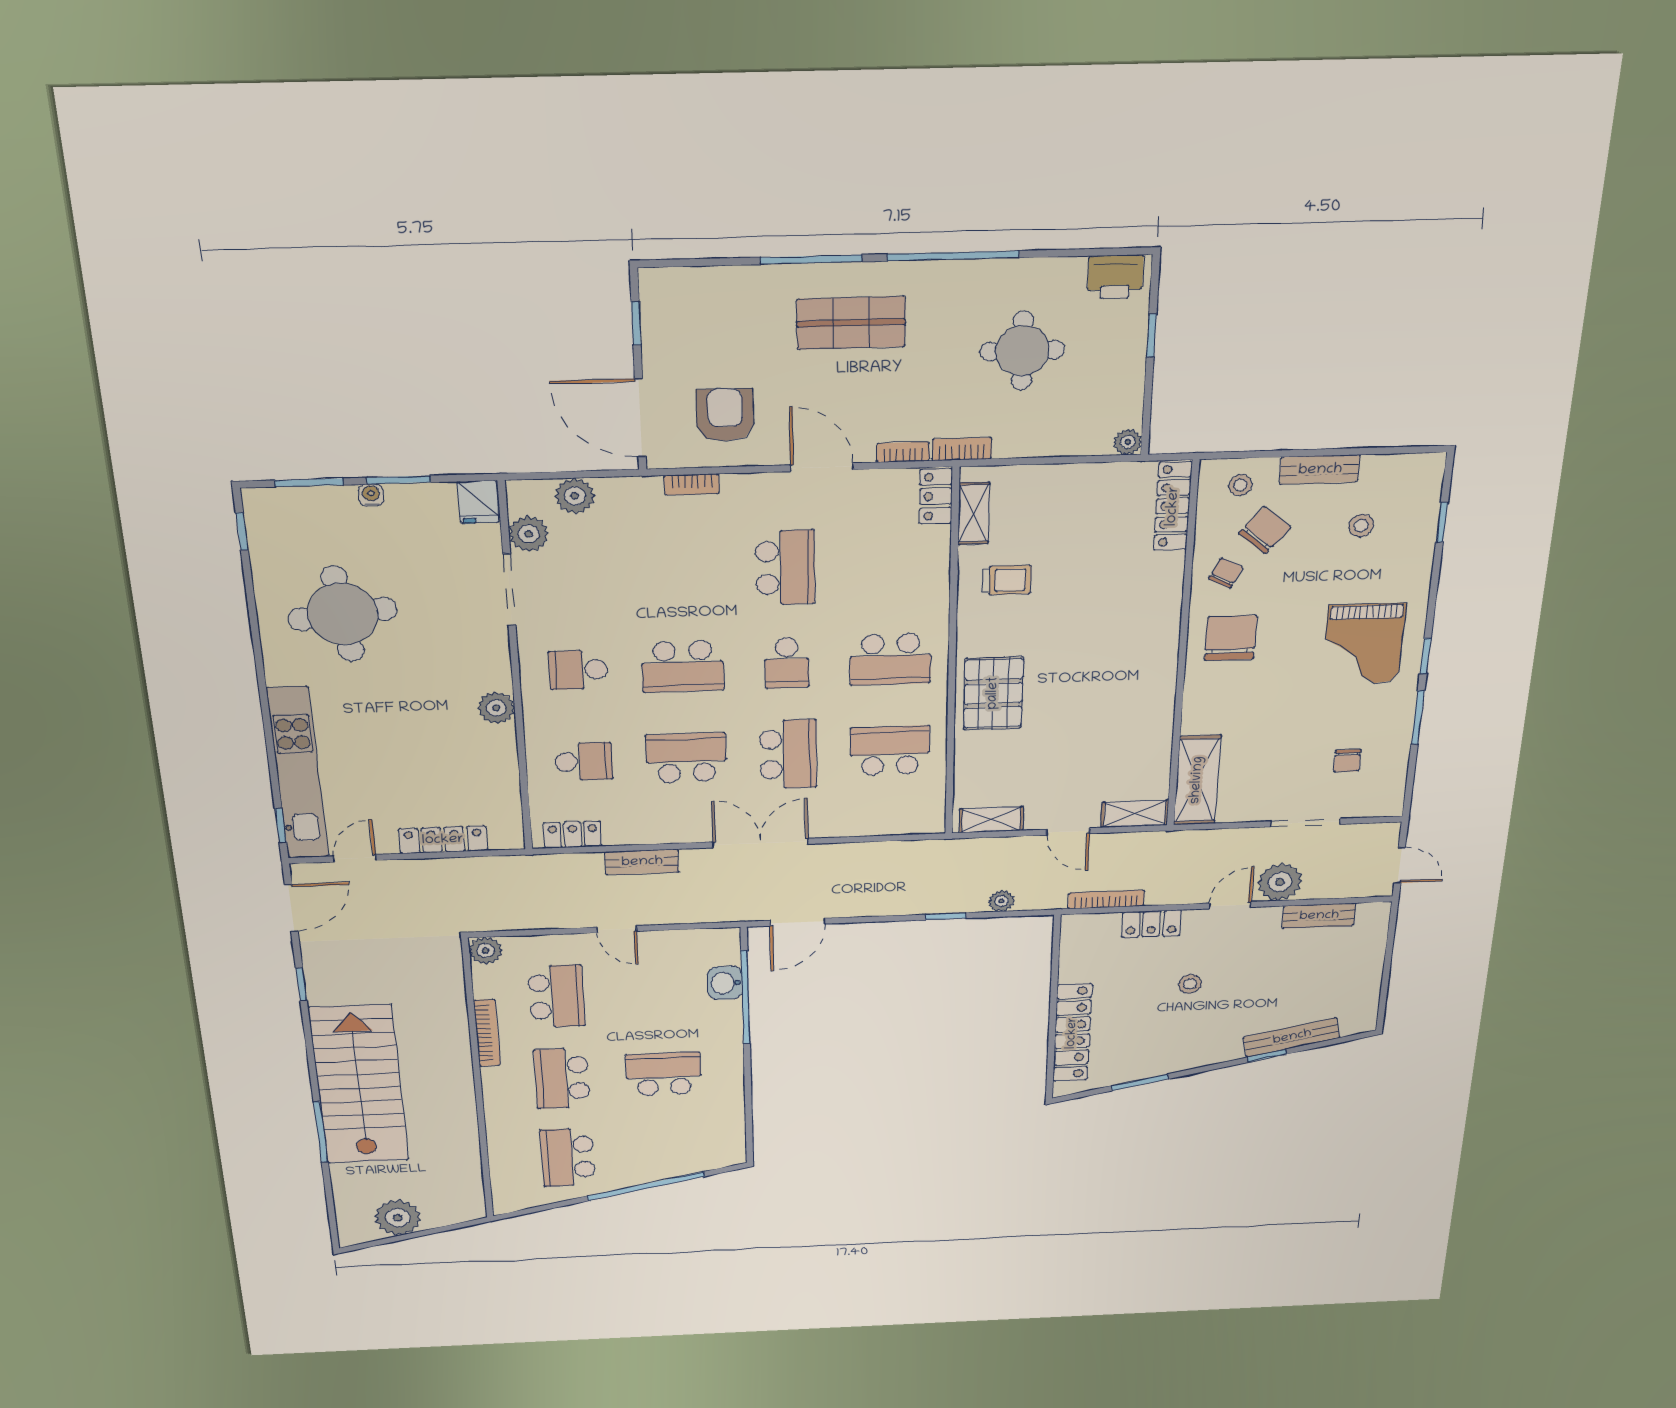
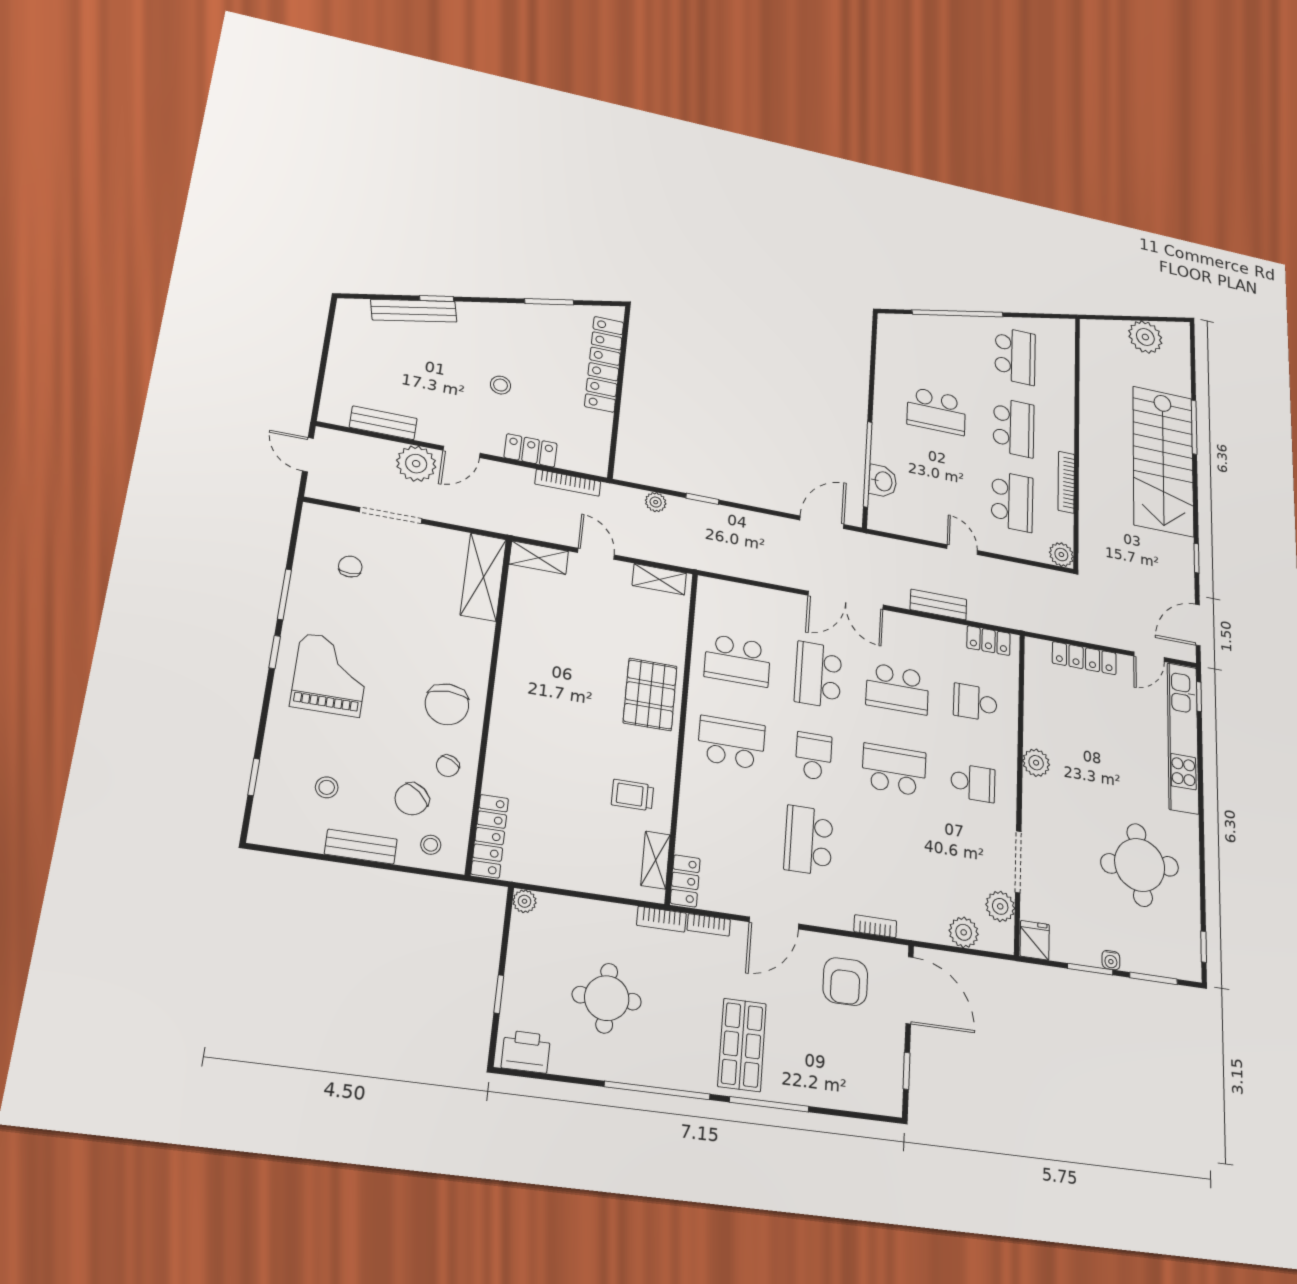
shop shelf: (851, 323) -> (742, 1045), turned 90
door: (822, 467) -> (774, 923), hinge flipped
school desk: (556, 996) -> (1012, 501), turned 180

